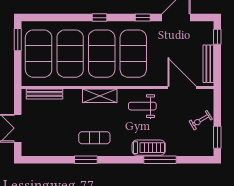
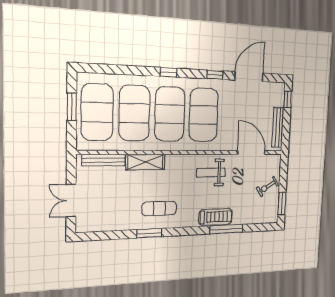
window: (18, 40) -> (72, 107), moved
shelving: (100, 96) -> (145, 162), moved

